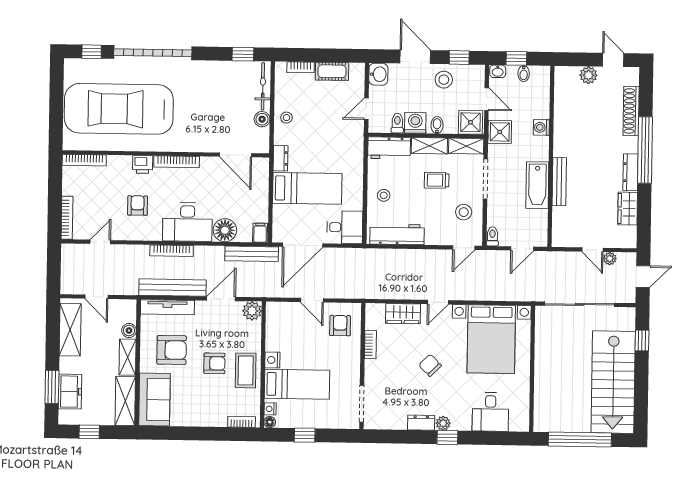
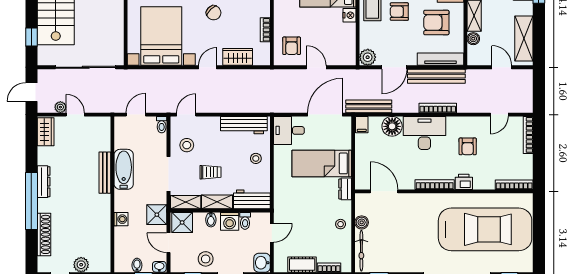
wardrobe: (628, 209) -> (46, 132), moved

